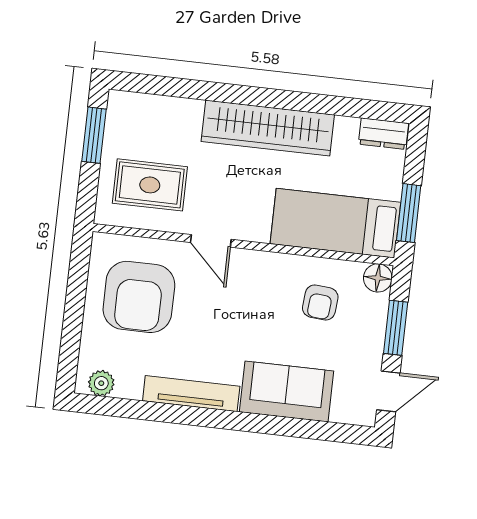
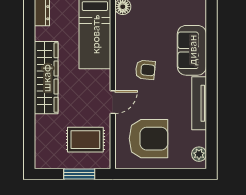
window: (94, 135) -> (79, 174), moved
rug: (150, 185) -> (85, 140), turned 90
armchair: (320, 303) -> (145, 70), moved

